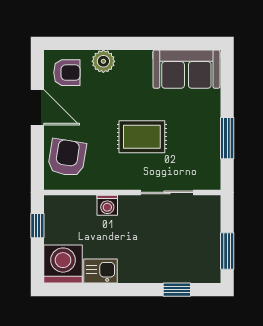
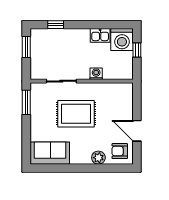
rug: (142, 137) -> (76, 114), width x1.36, depth x1.43
window: (227, 138) -> (26, 102), moved
armchair: (67, 158) -> (120, 101), removed
window: (37, 226) -> (137, 50), moved

